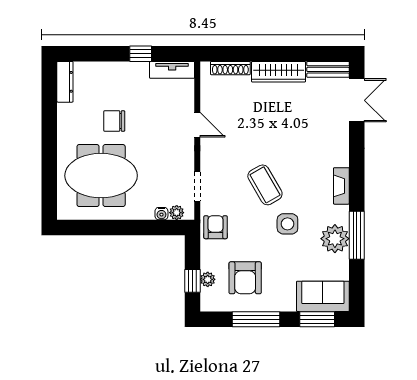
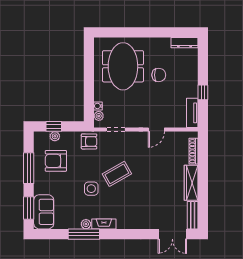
chair: (114, 121) -> (159, 75), turned 90
fireplace: (341, 186) -> (104, 224), moved
plant: (335, 239) -> (86, 224), width x0.53, depth x0.53

